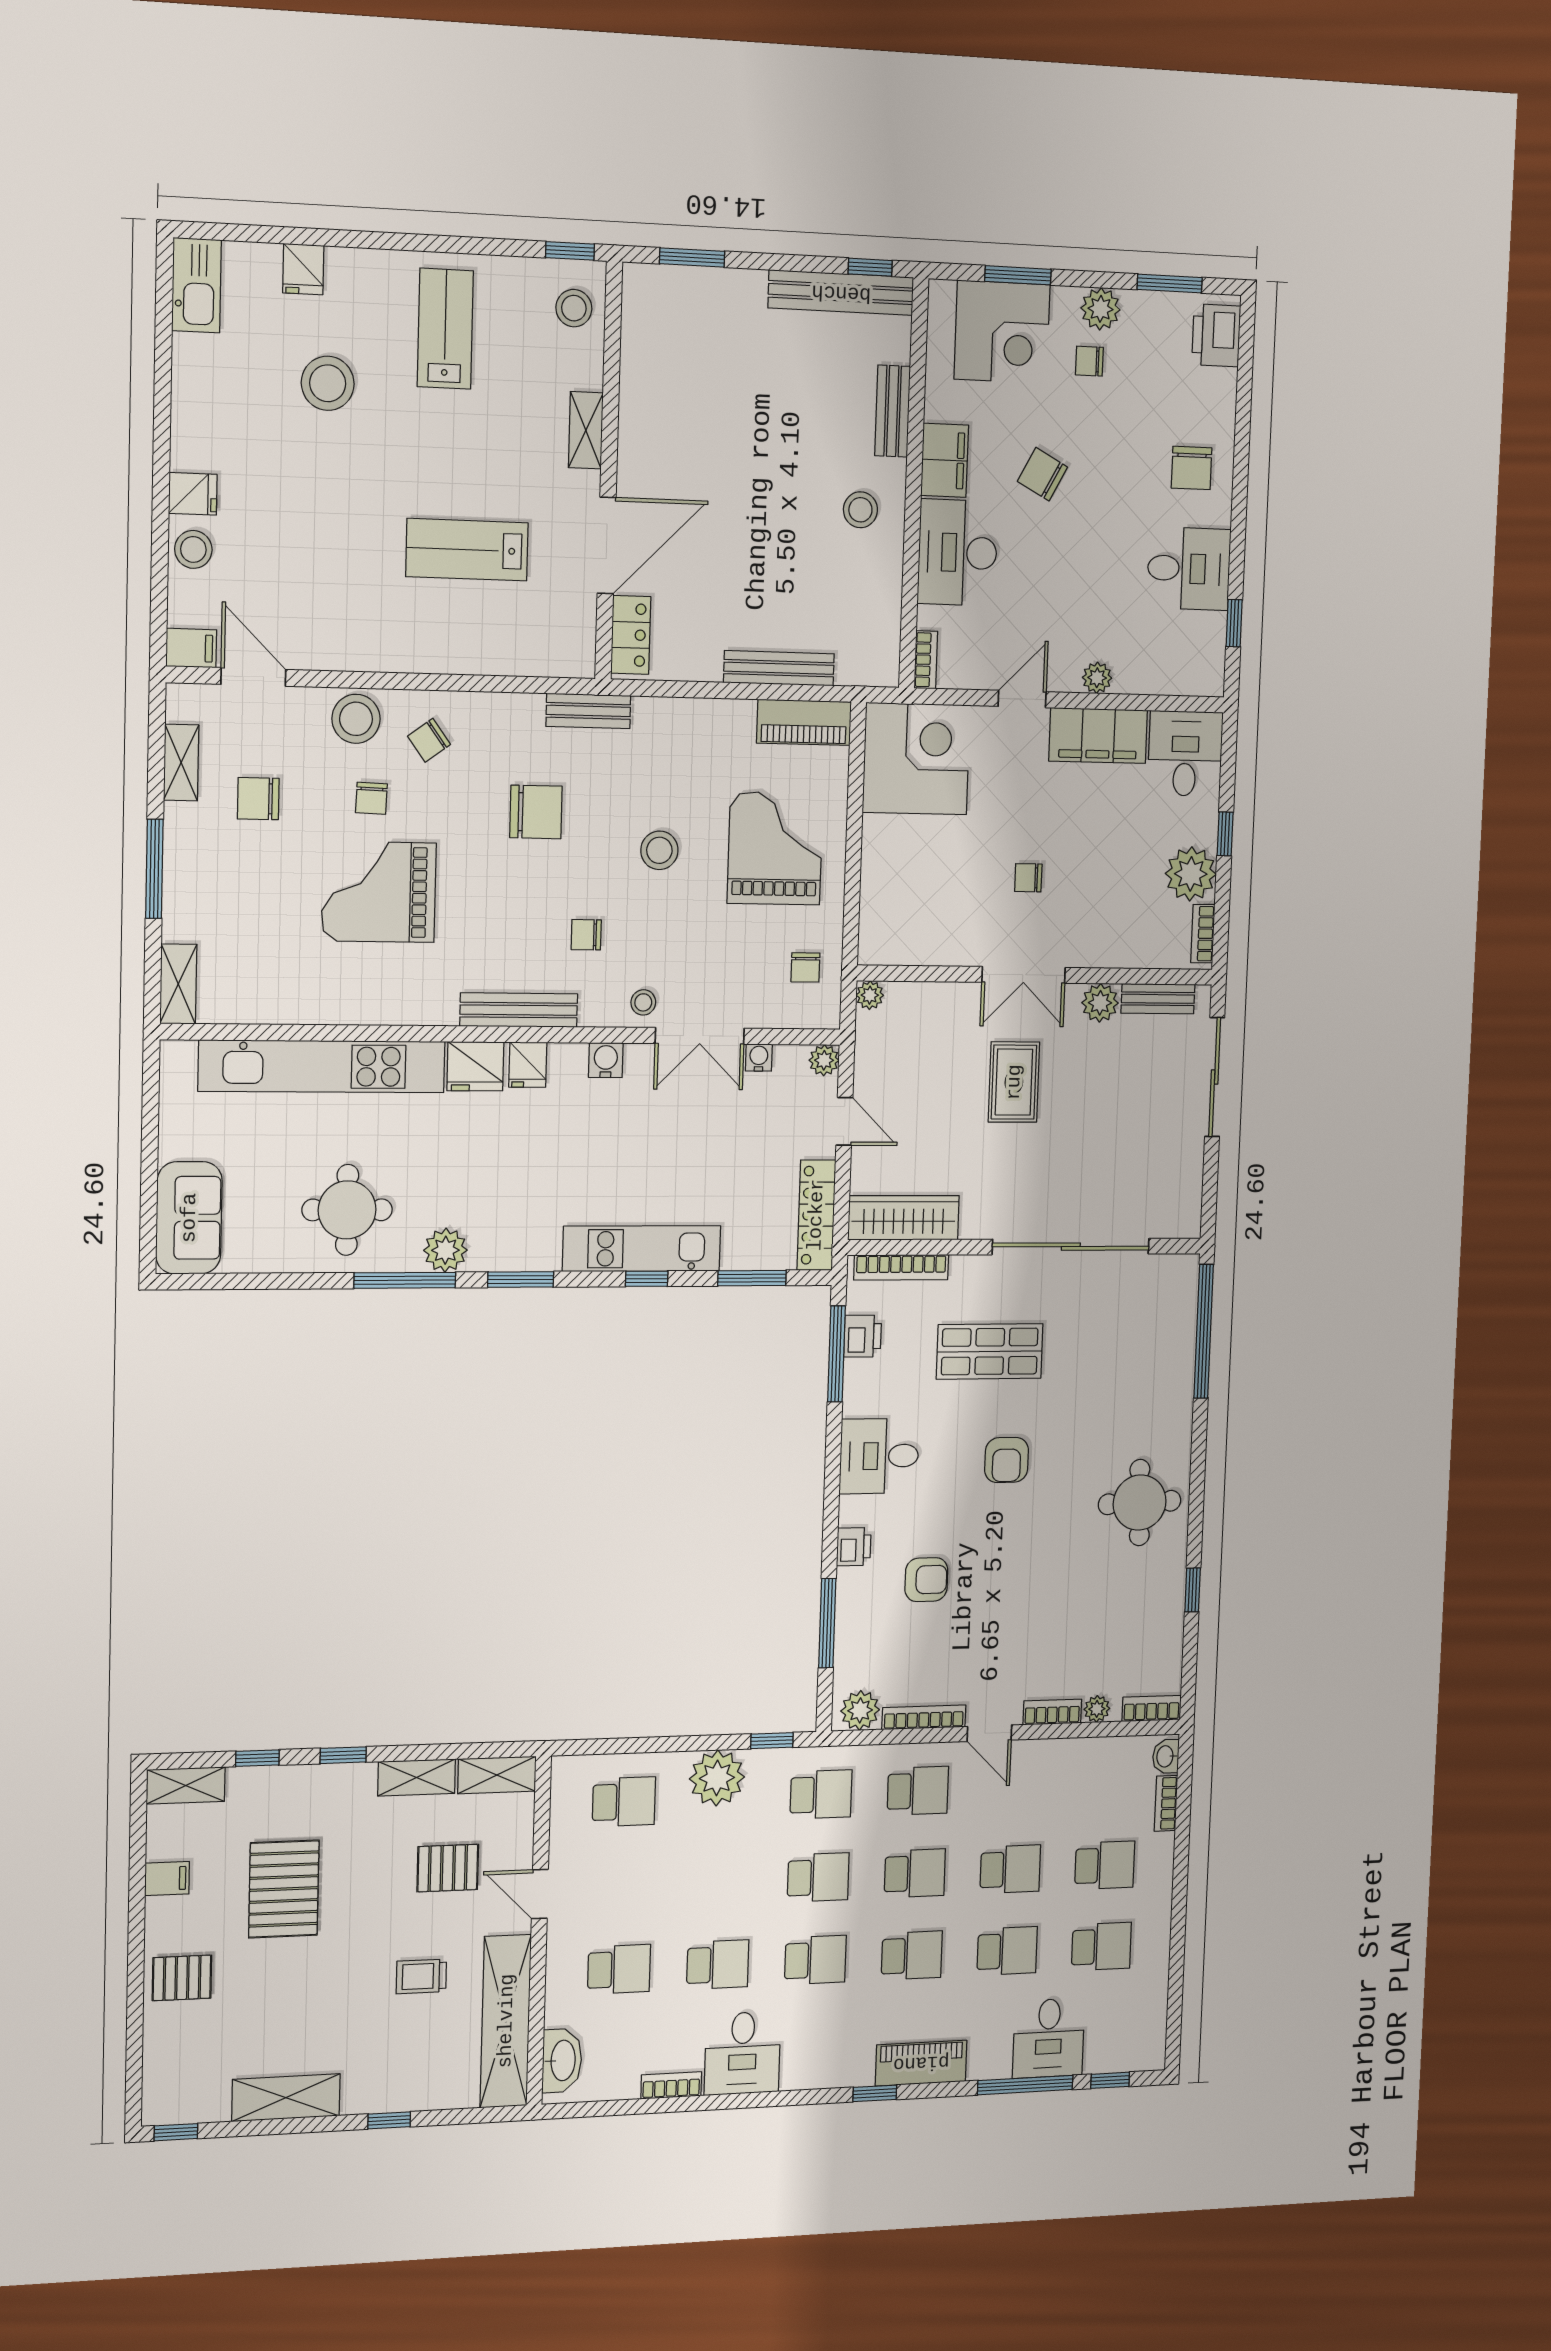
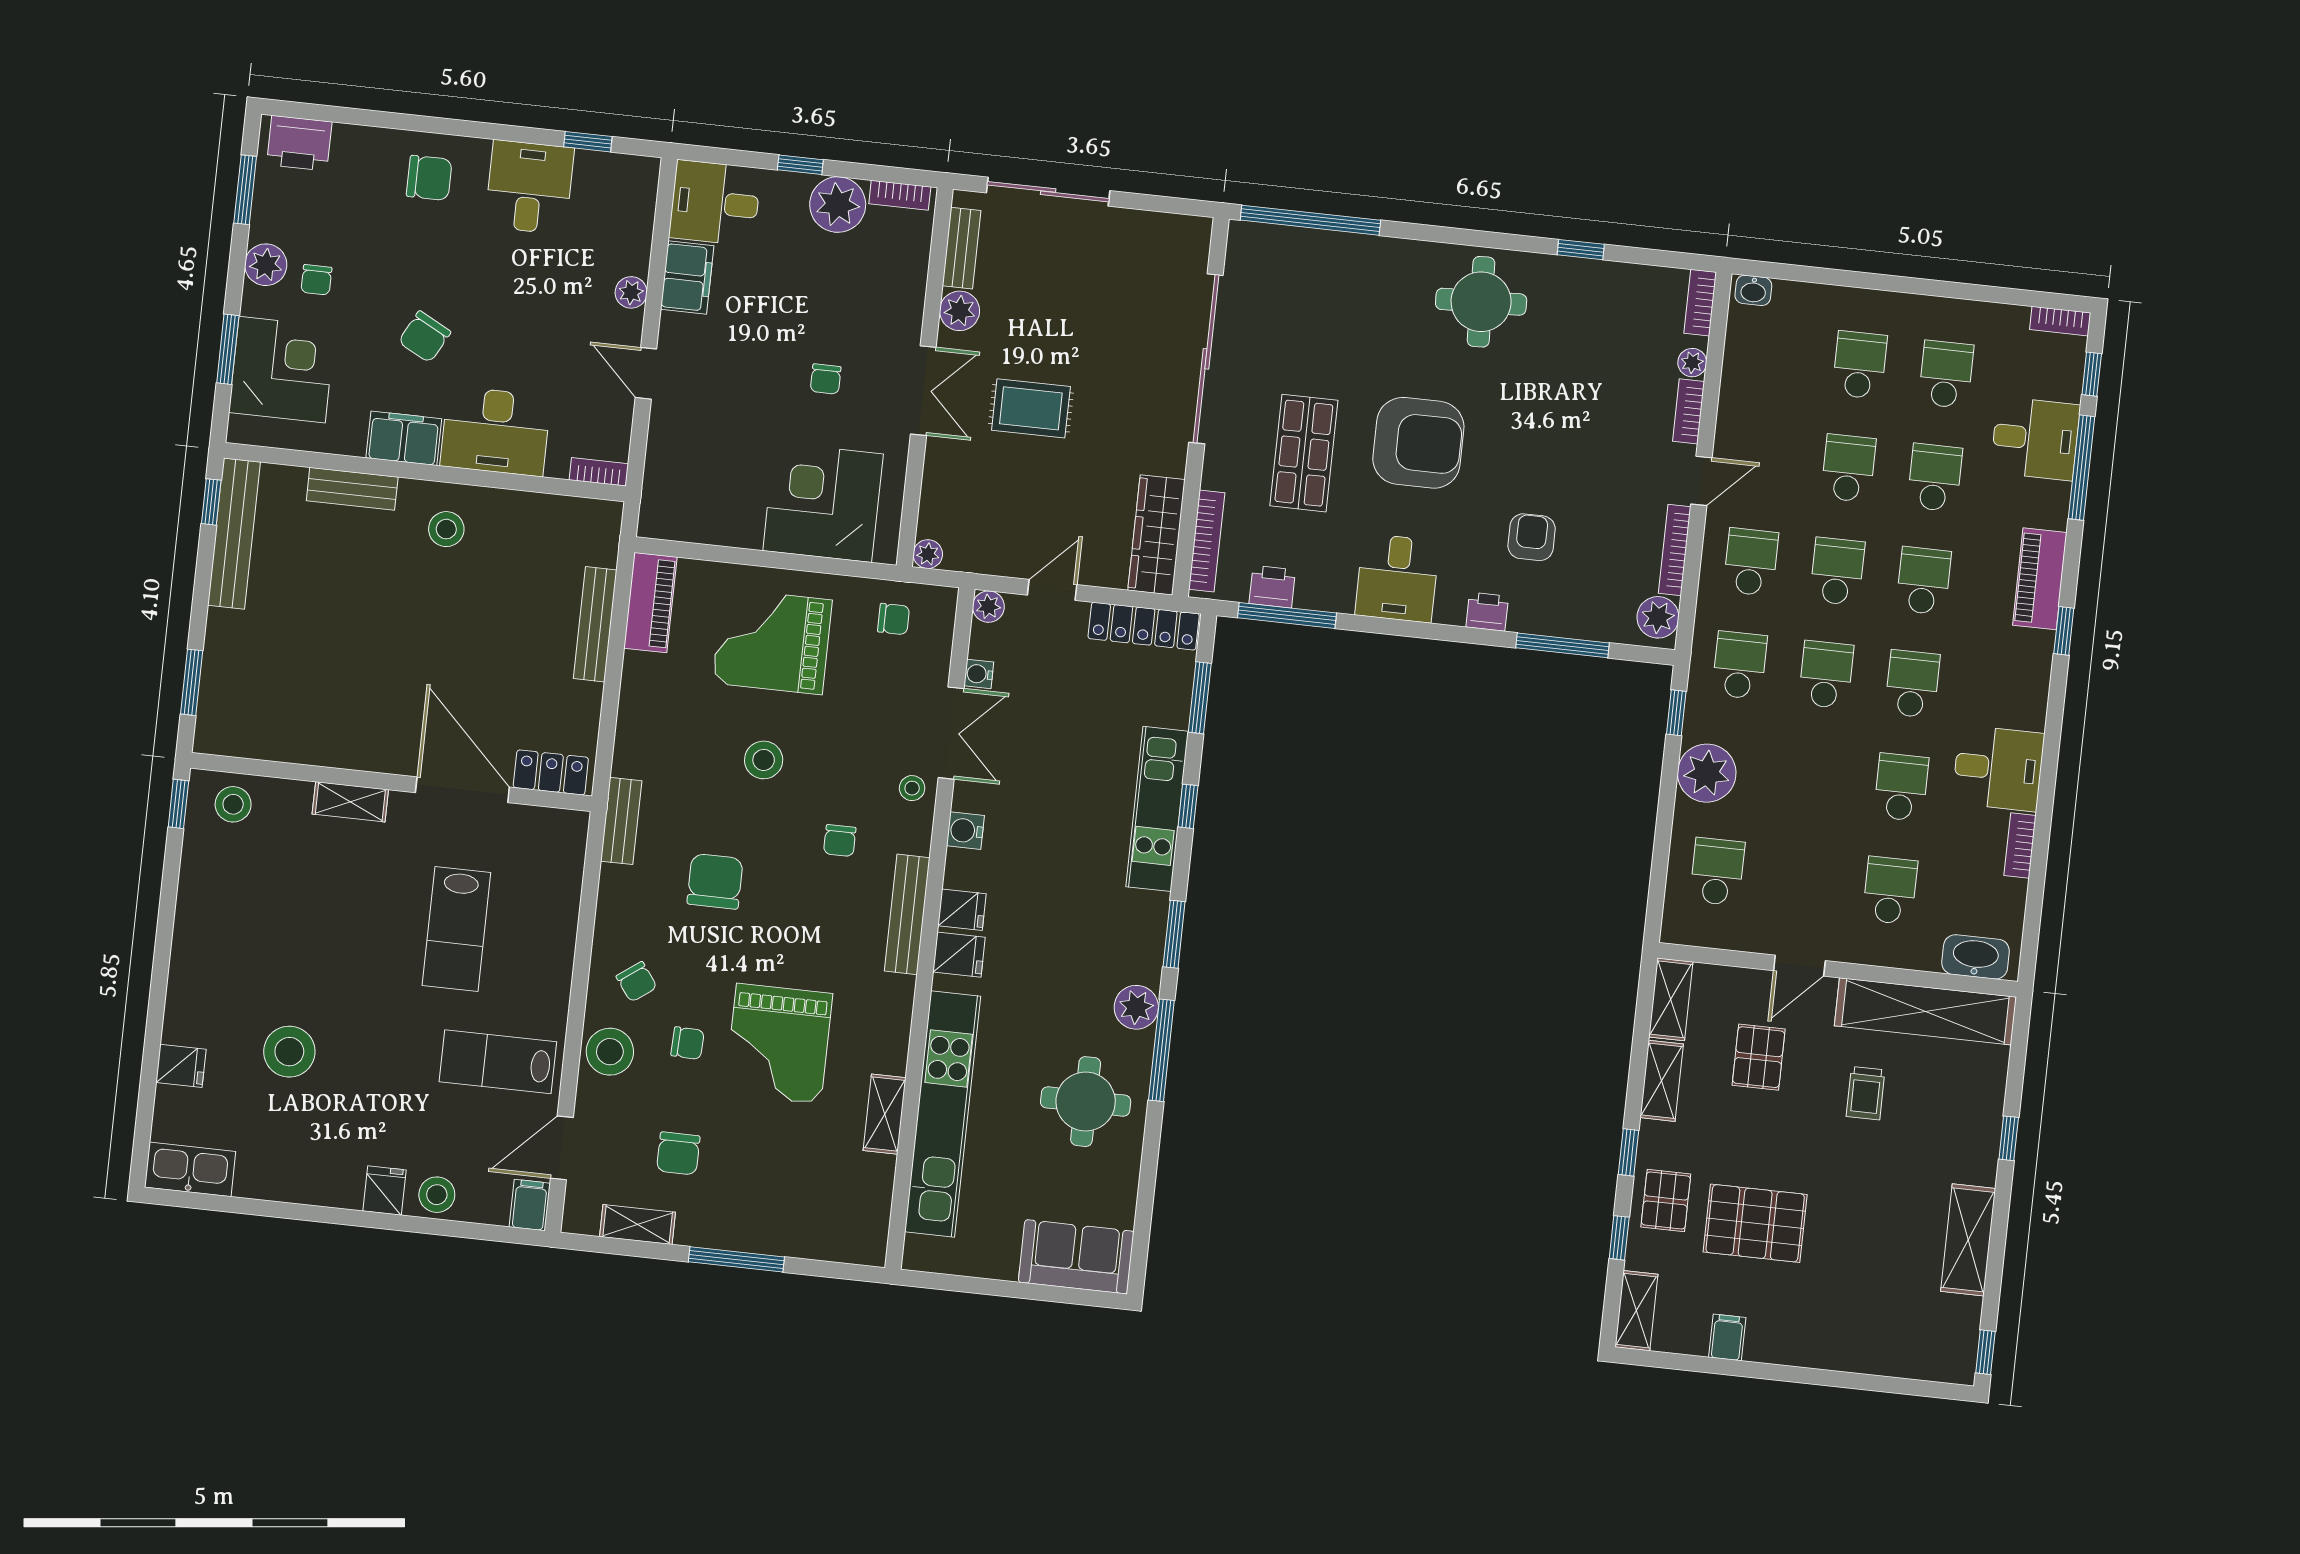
lab bench: (445, 329) -> (498, 1062), moved
filing cabinet: (1098, 736) -> (687, 277), width x0.67, depth x0.86
corner desk: (916, 759) -> (823, 502), moved
shelving: (178, 984) -> (885, 1114), moved, turned 90
fridge: (475, 1066) -> (959, 955), width x0.72
armchair: (1007, 1460) -> (1418, 443), width x1.88, depth x1.88
bookcase: (1166, 1803) -> (2060, 321), moved
pallet: (182, 1978) -> (1666, 1200), moved

